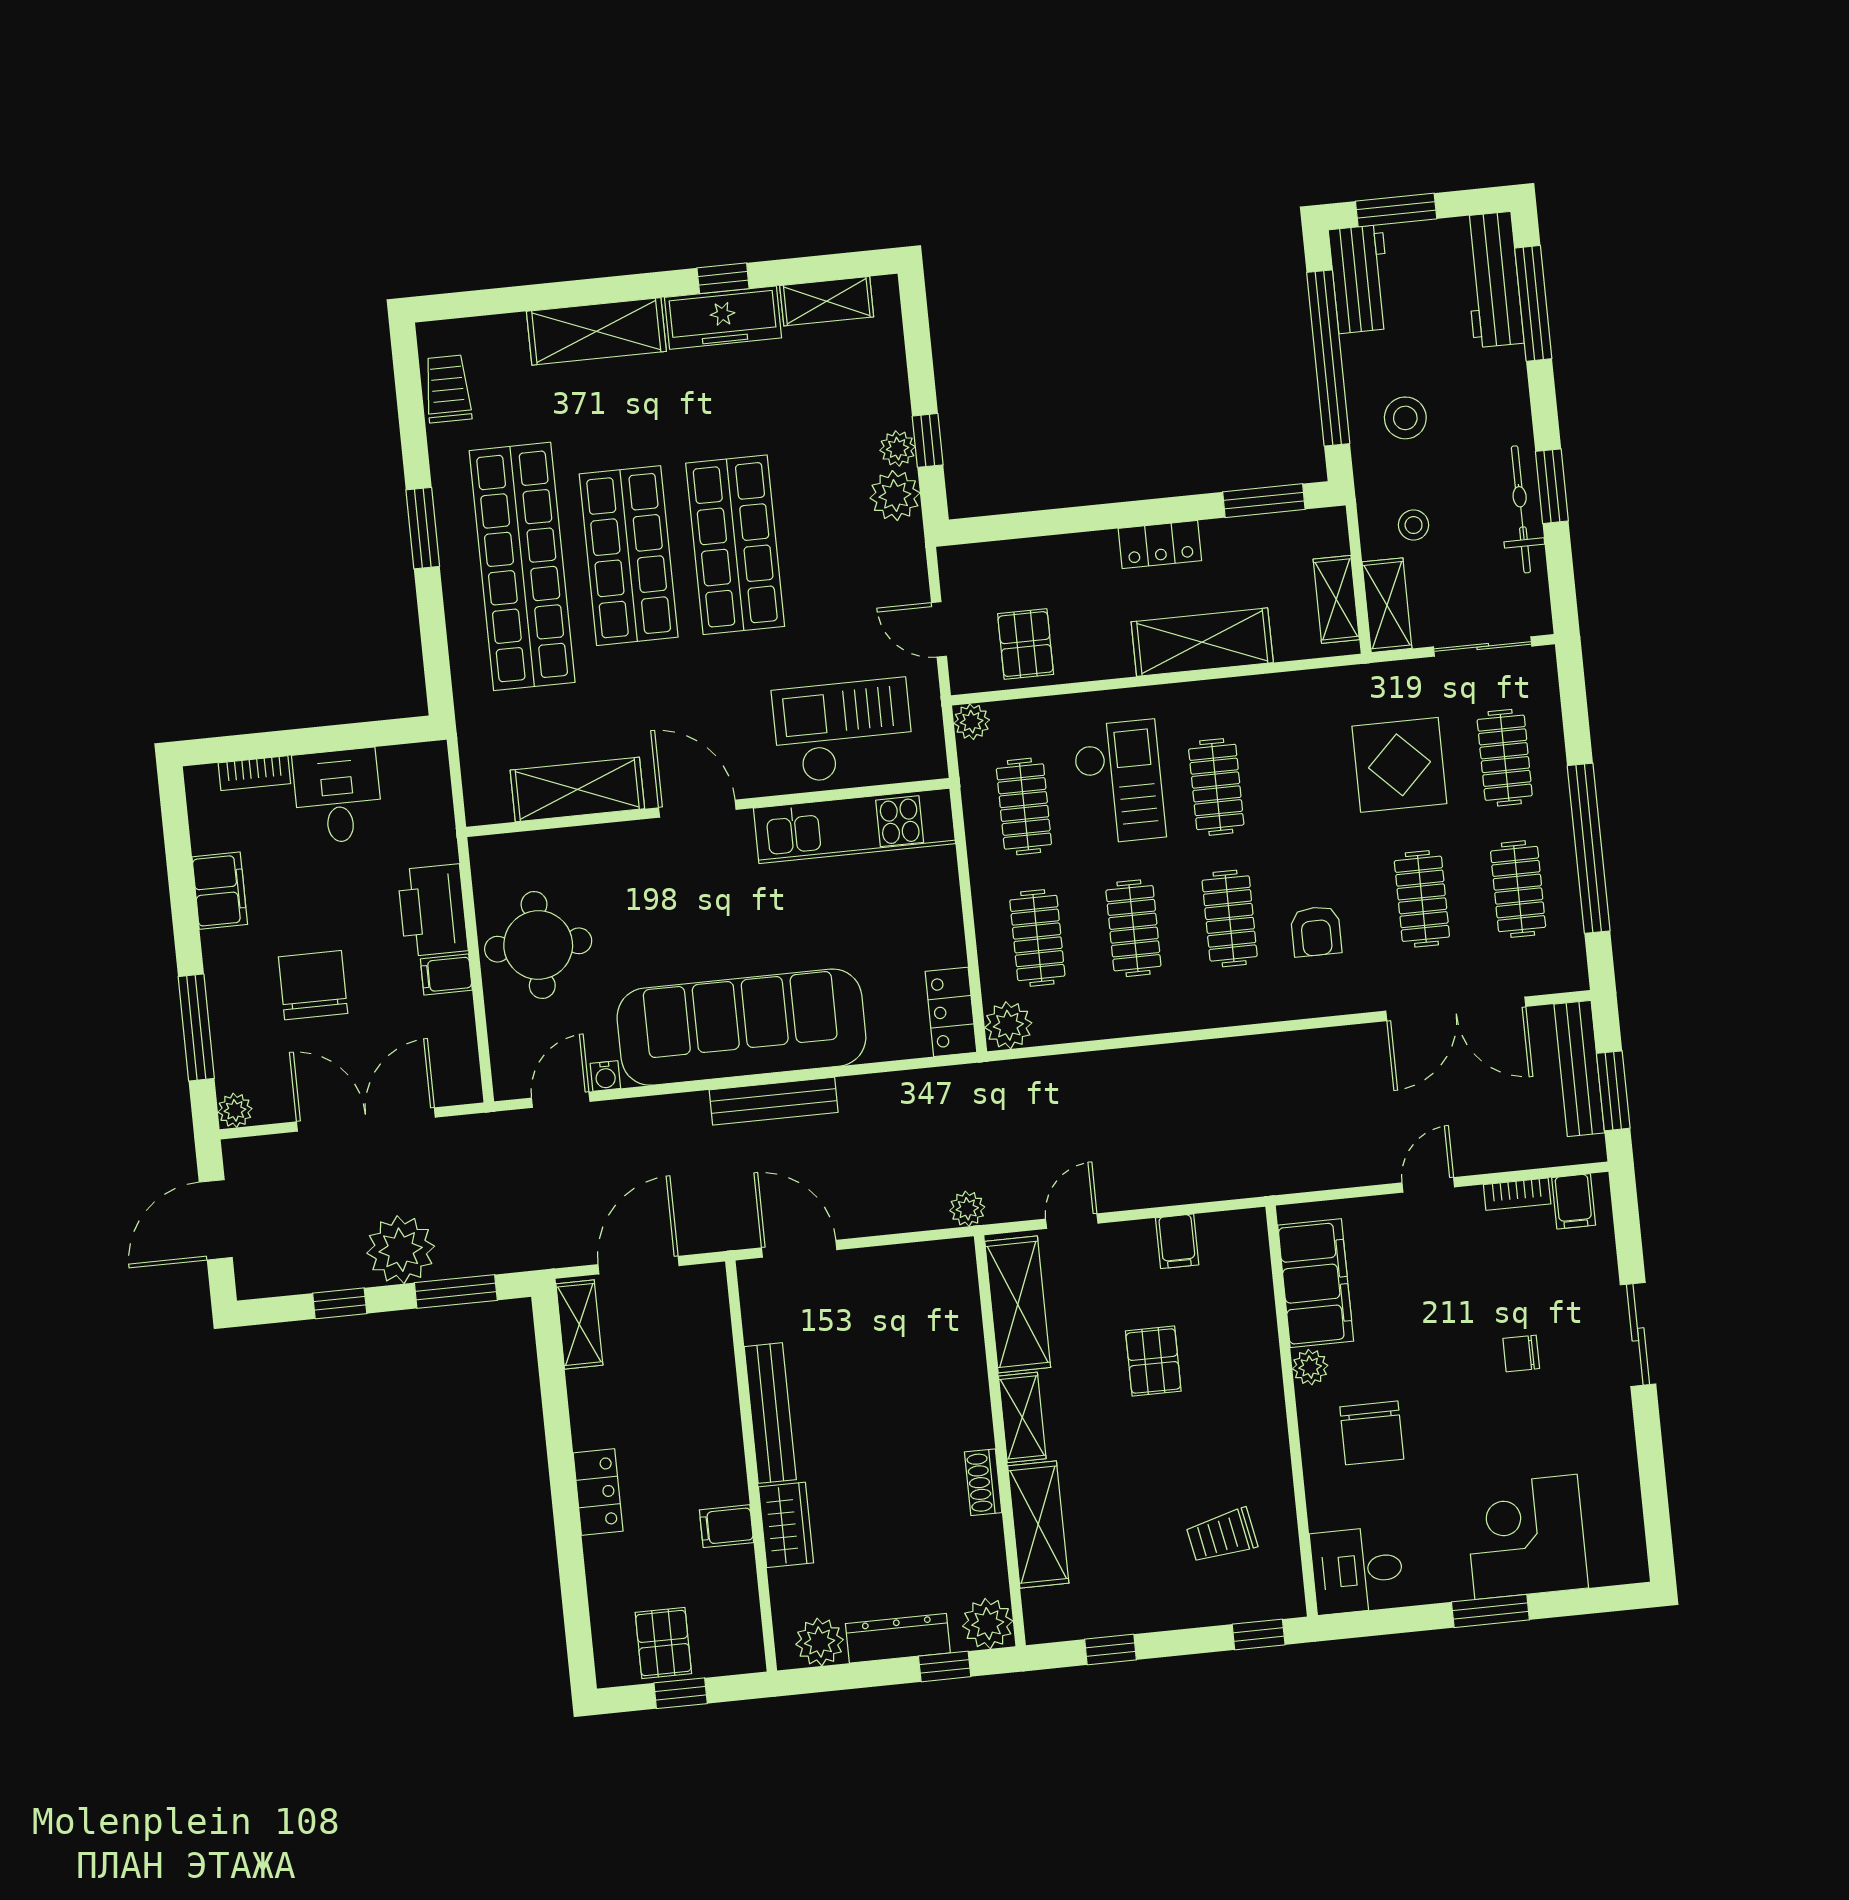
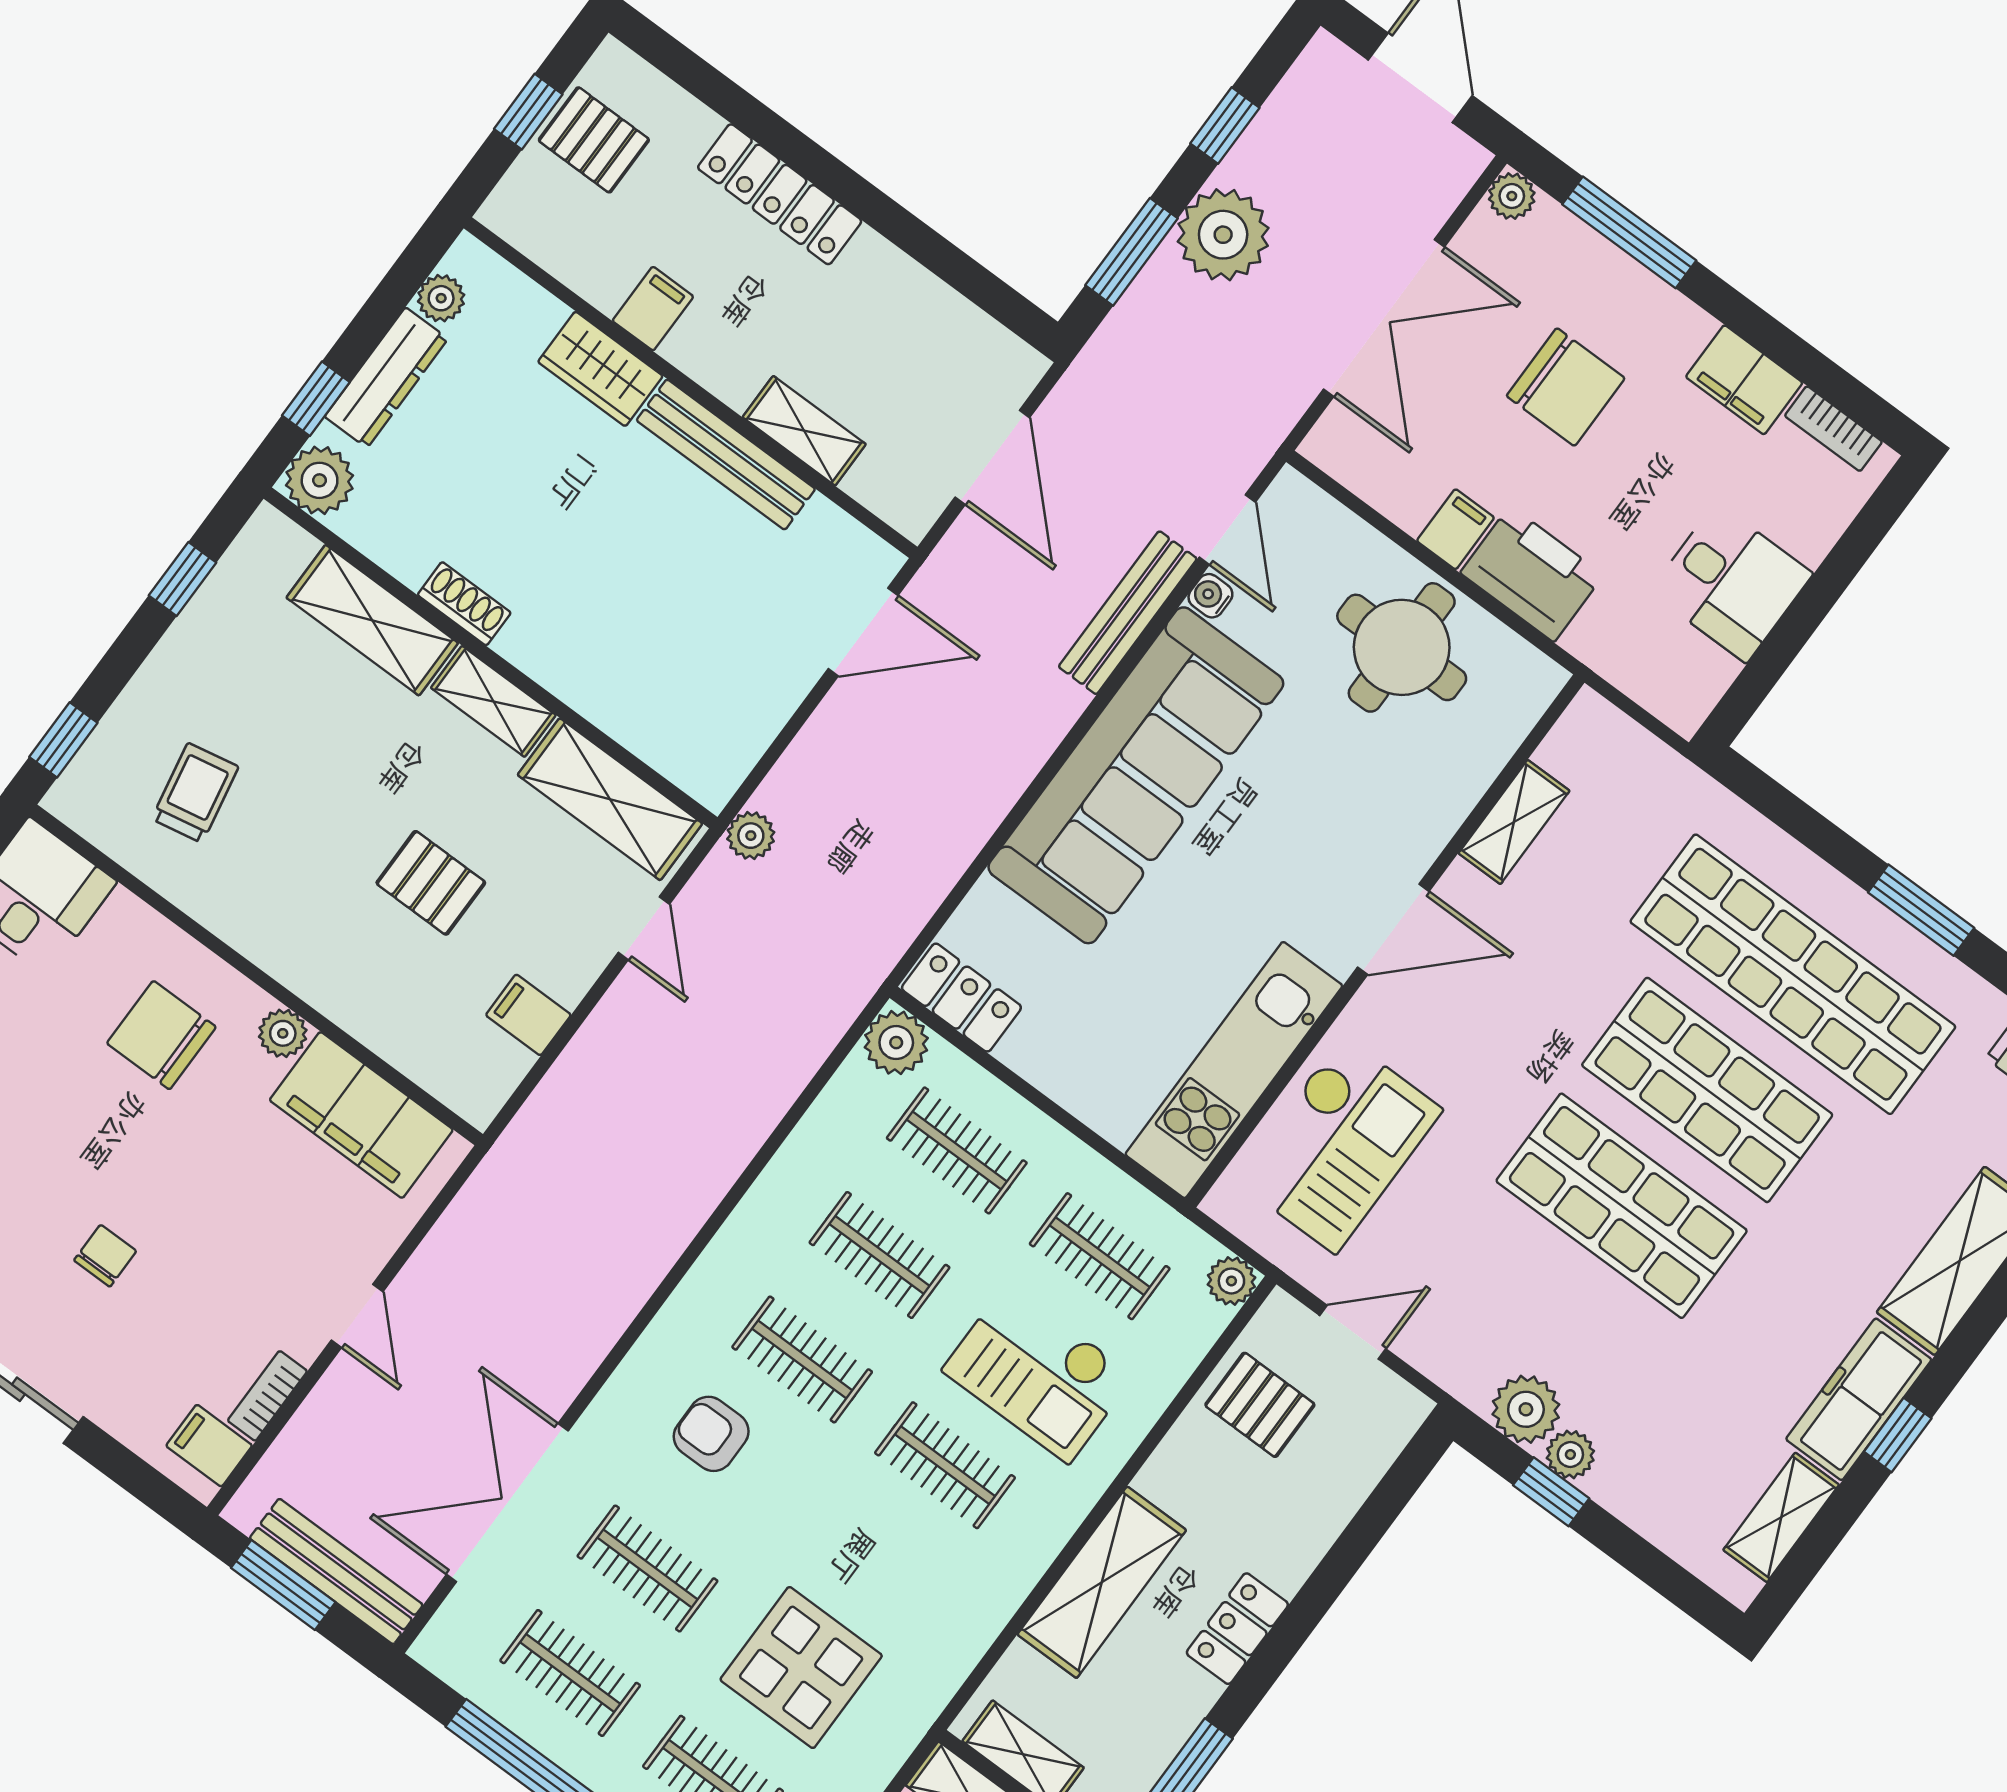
bookcase: (254, 773) -> (1833, 429), moved, turned -90
shelving: (577, 789) -> (1514, 822), width x0.67, depth x0.75
bench: (774, 1101) -> (1128, 613), moved
shelving: (579, 1324) -> (804, 431), moved
locker: (598, 1492) -> (780, 194), width x1.53
plant: (820, 1642) -> (441, 298), width x0.73, depth x0.73

